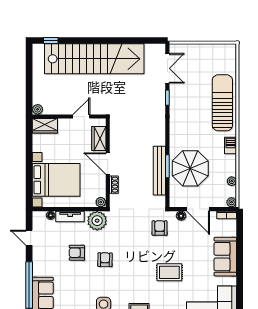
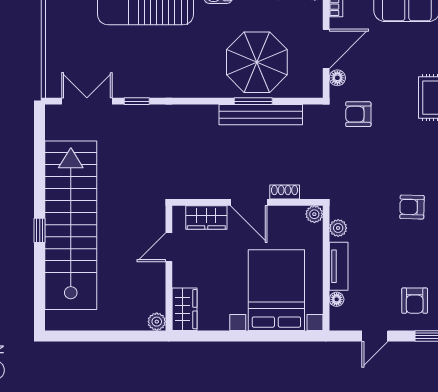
window: (51, 40) -> (40, 230), moved
door: (81, 117) -> (169, 247), hinge flipped
door: (108, 164) -> (249, 202), hinge flipped
plant: (97, 221) -> (338, 228), width x0.53, depth x0.53
armchair: (77, 253) -> (415, 301), moved

